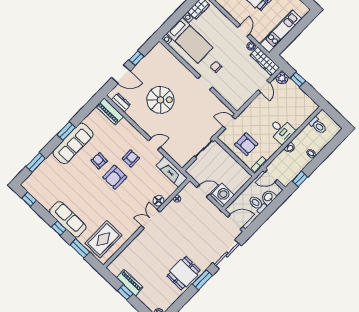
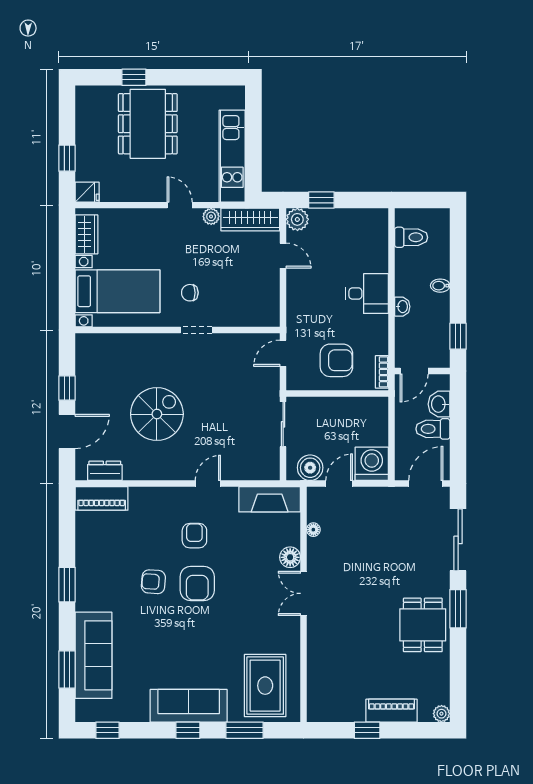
sofa: (73, 143) -> (94, 655), moved
boiler: (198, 175) -> (310, 468), added
piano: (130, 283) -> (392, 711), moved

